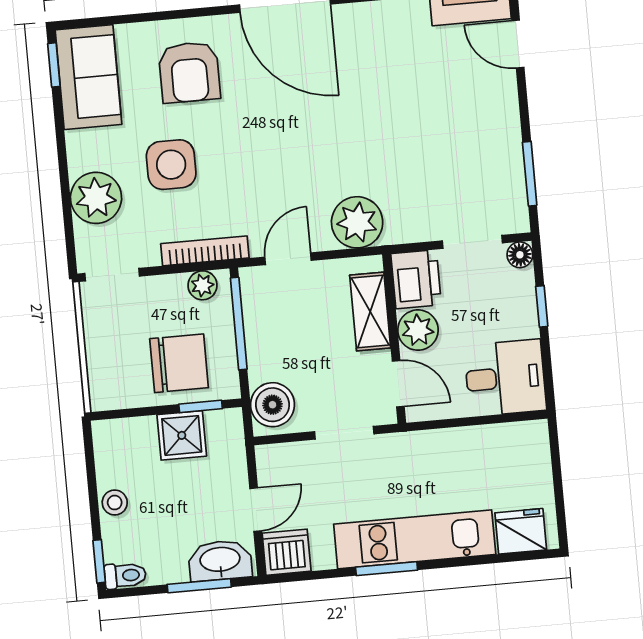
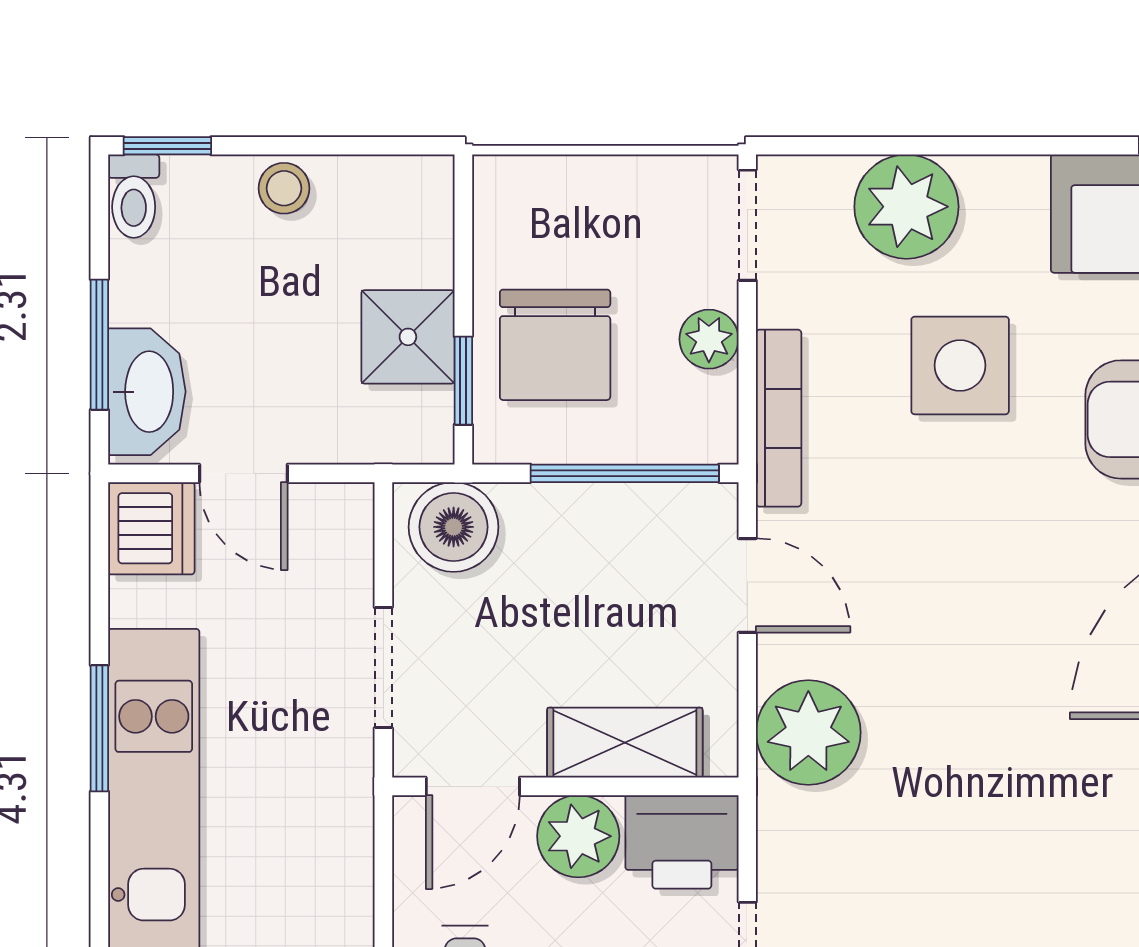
plant: (203, 285) -> (709, 339), moved

